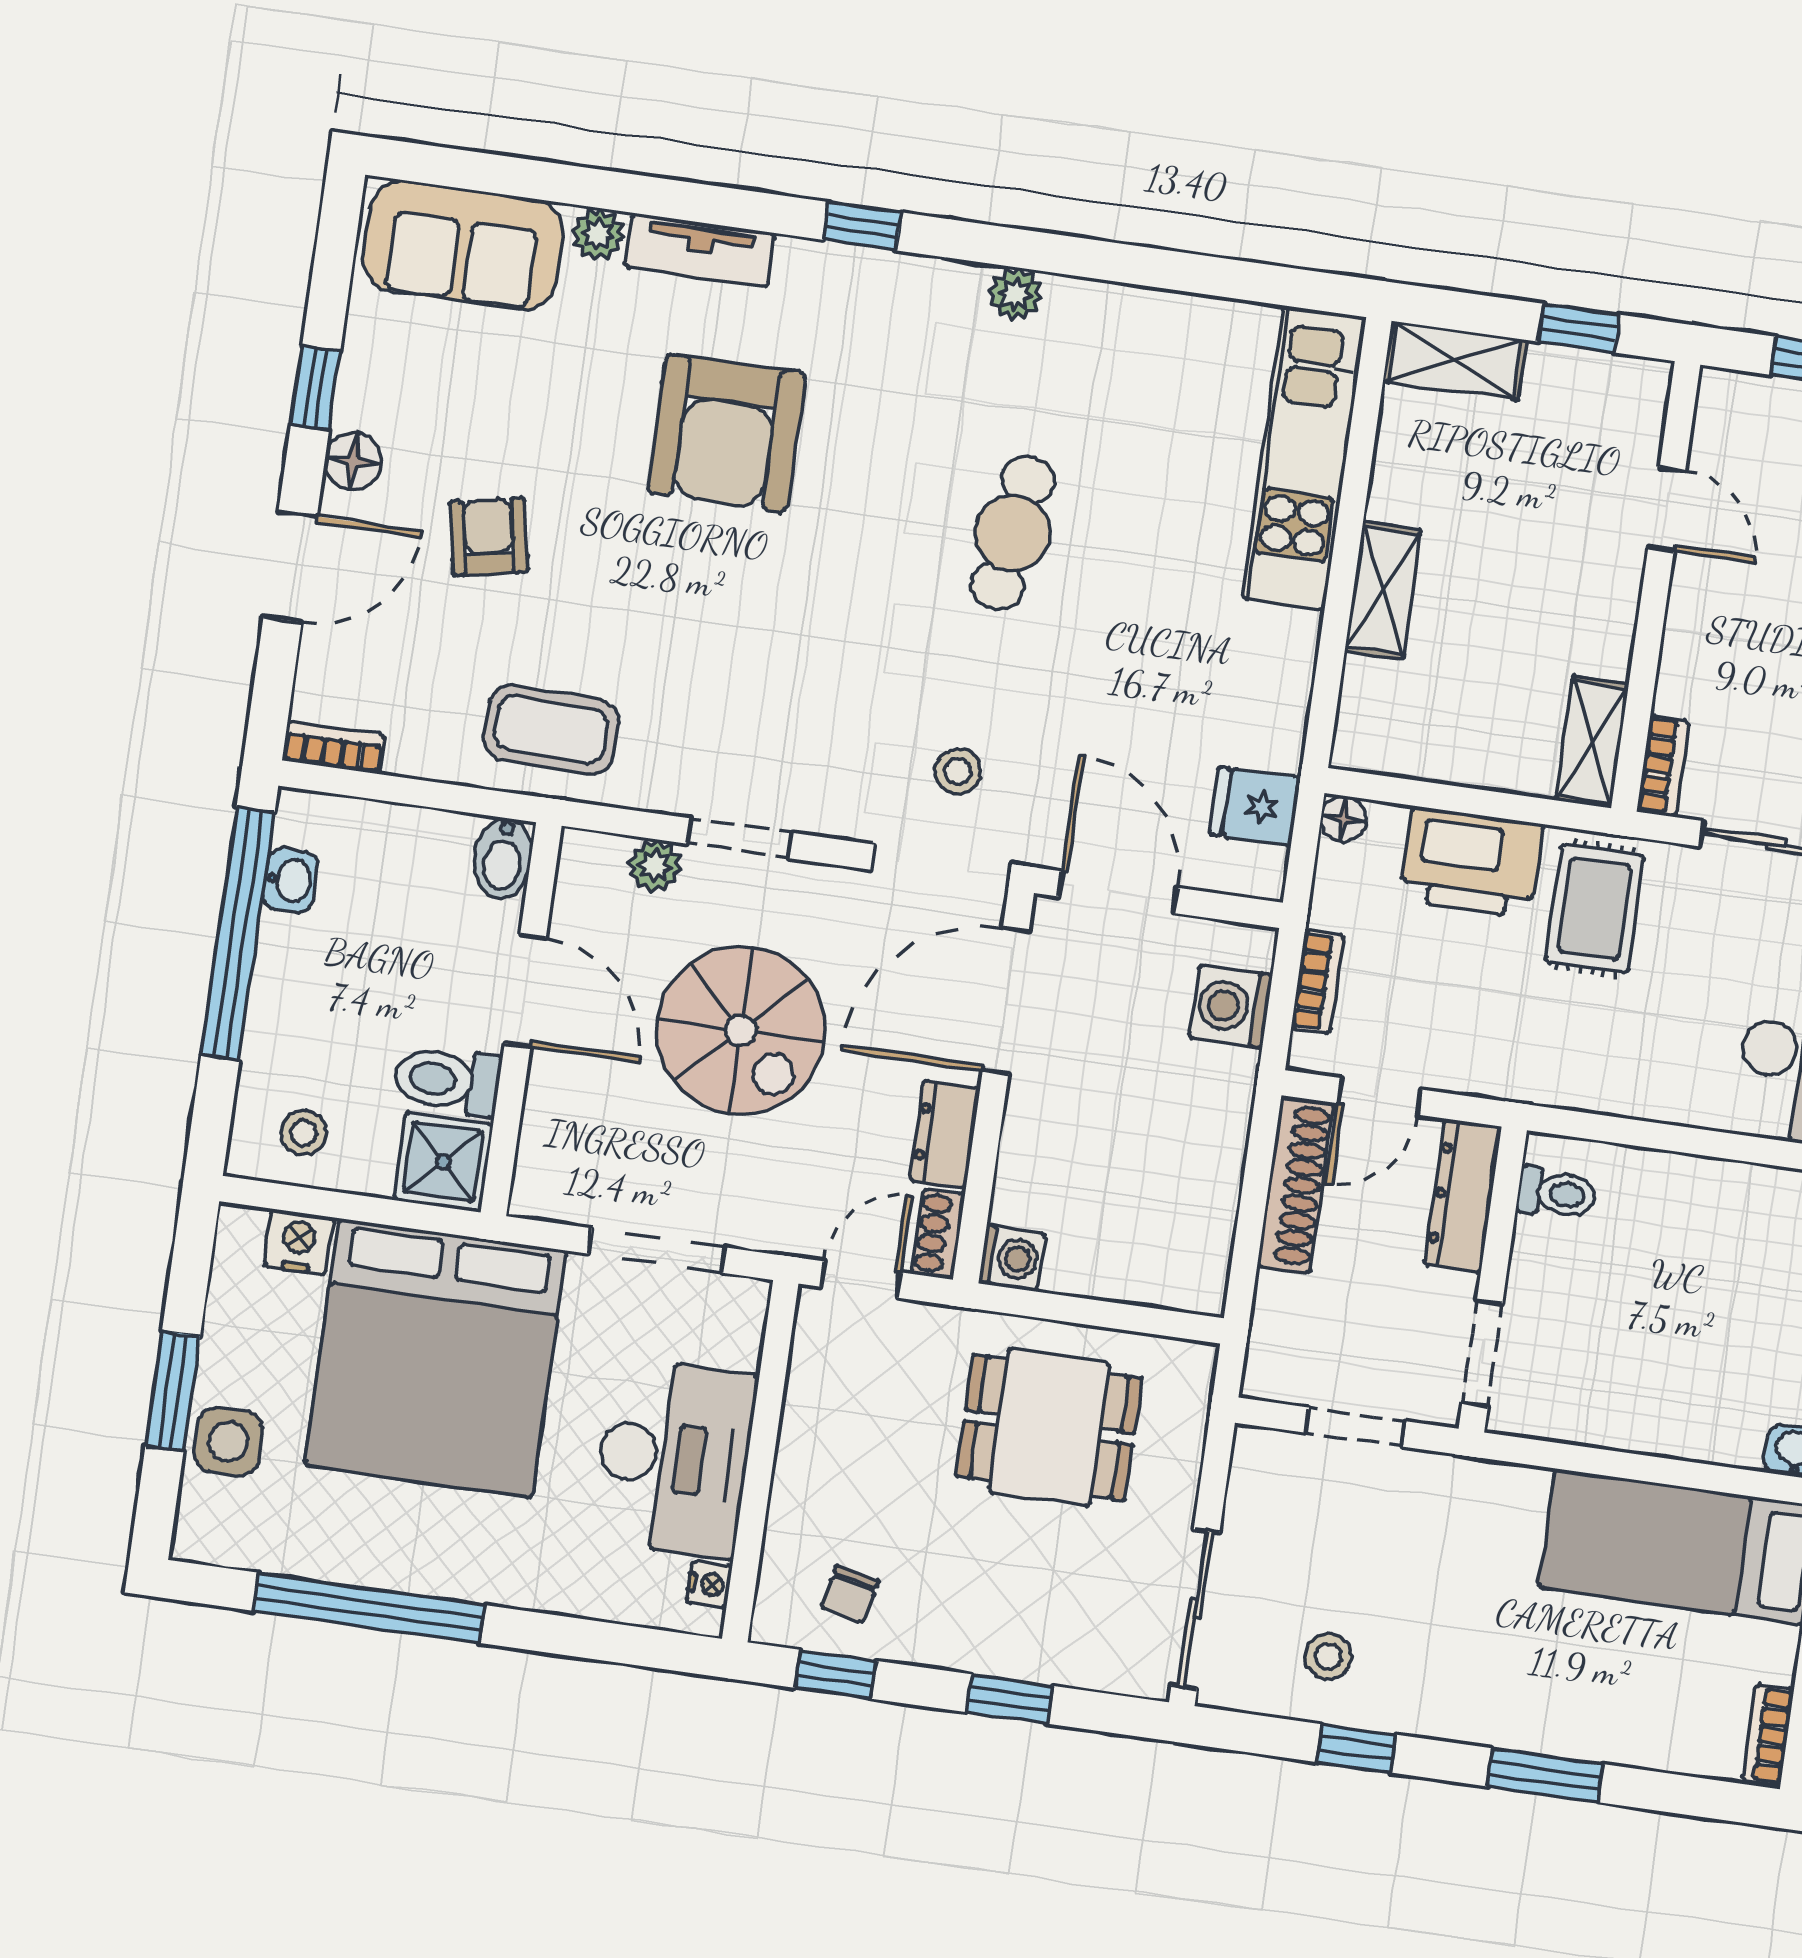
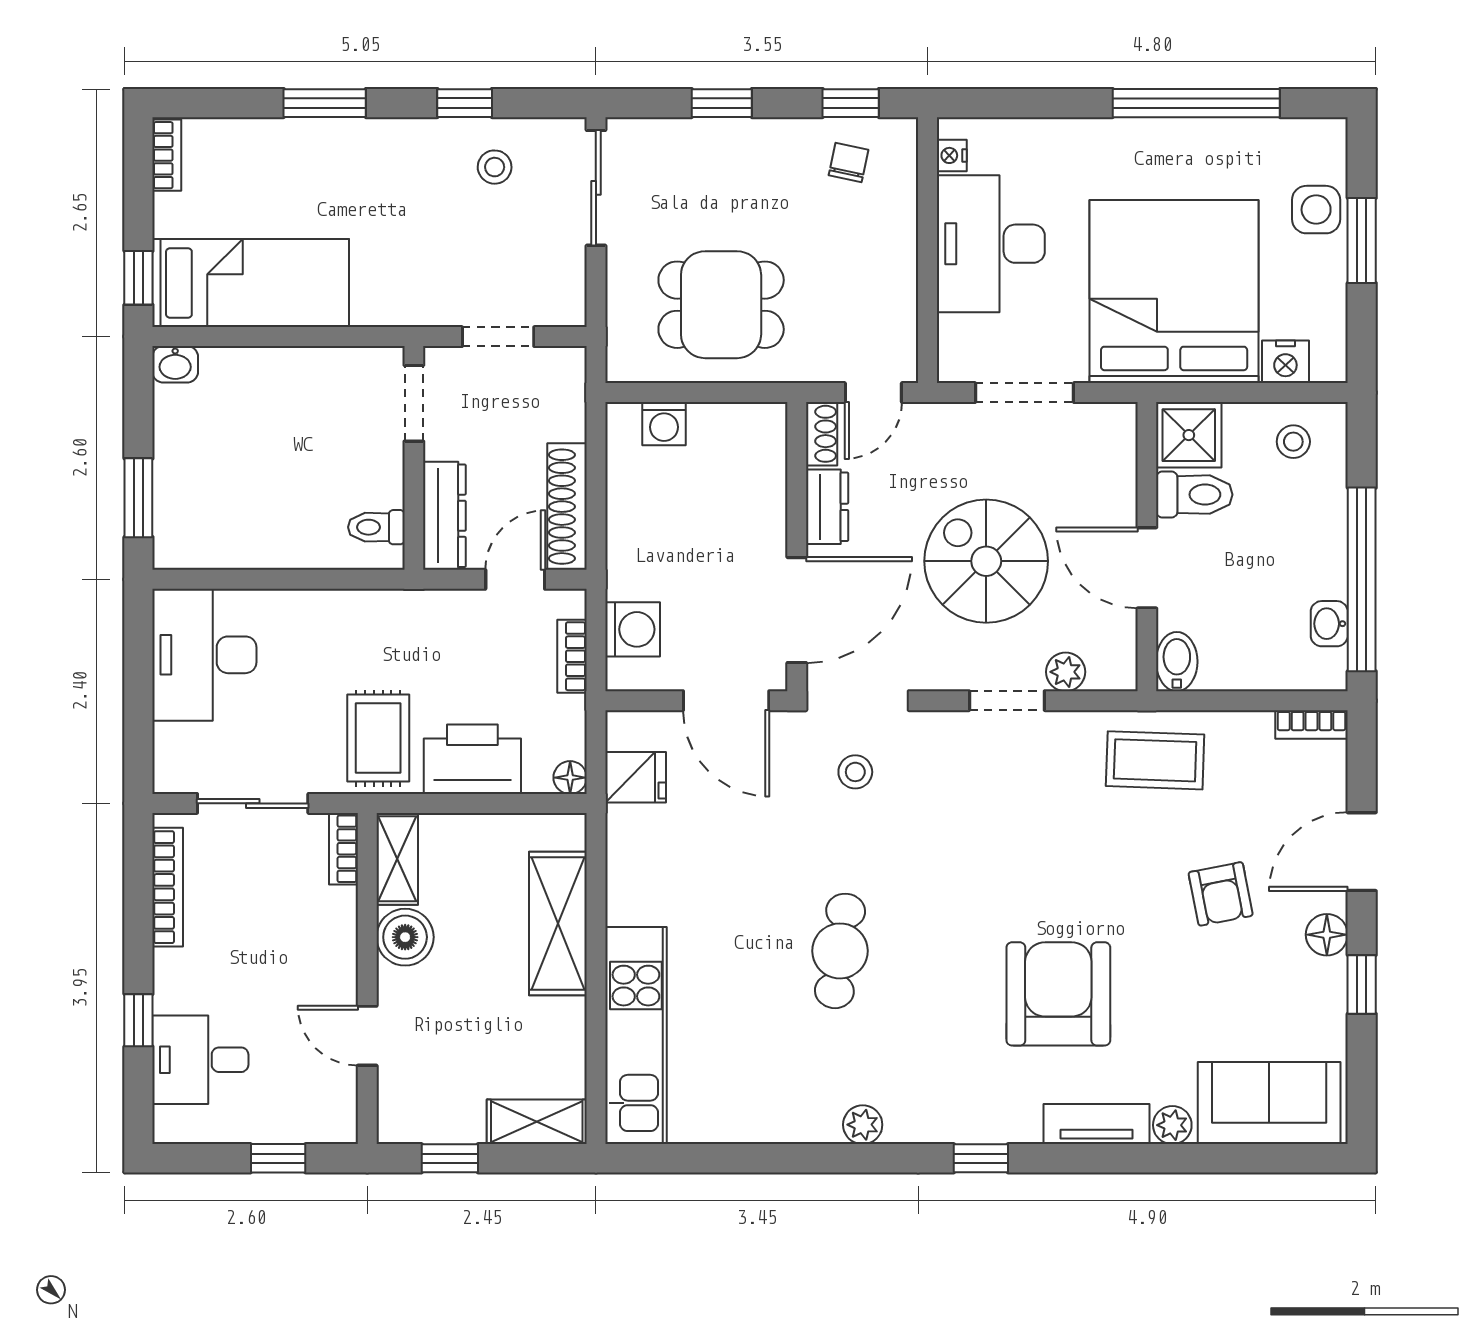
shelving: (1383, 590) -> (558, 923), width x1.50, depth x1.33
boiler: (1597, 635) -> (405, 937), added
washing machine: (1012, 1258) -> (664, 424), moved, turned -90

